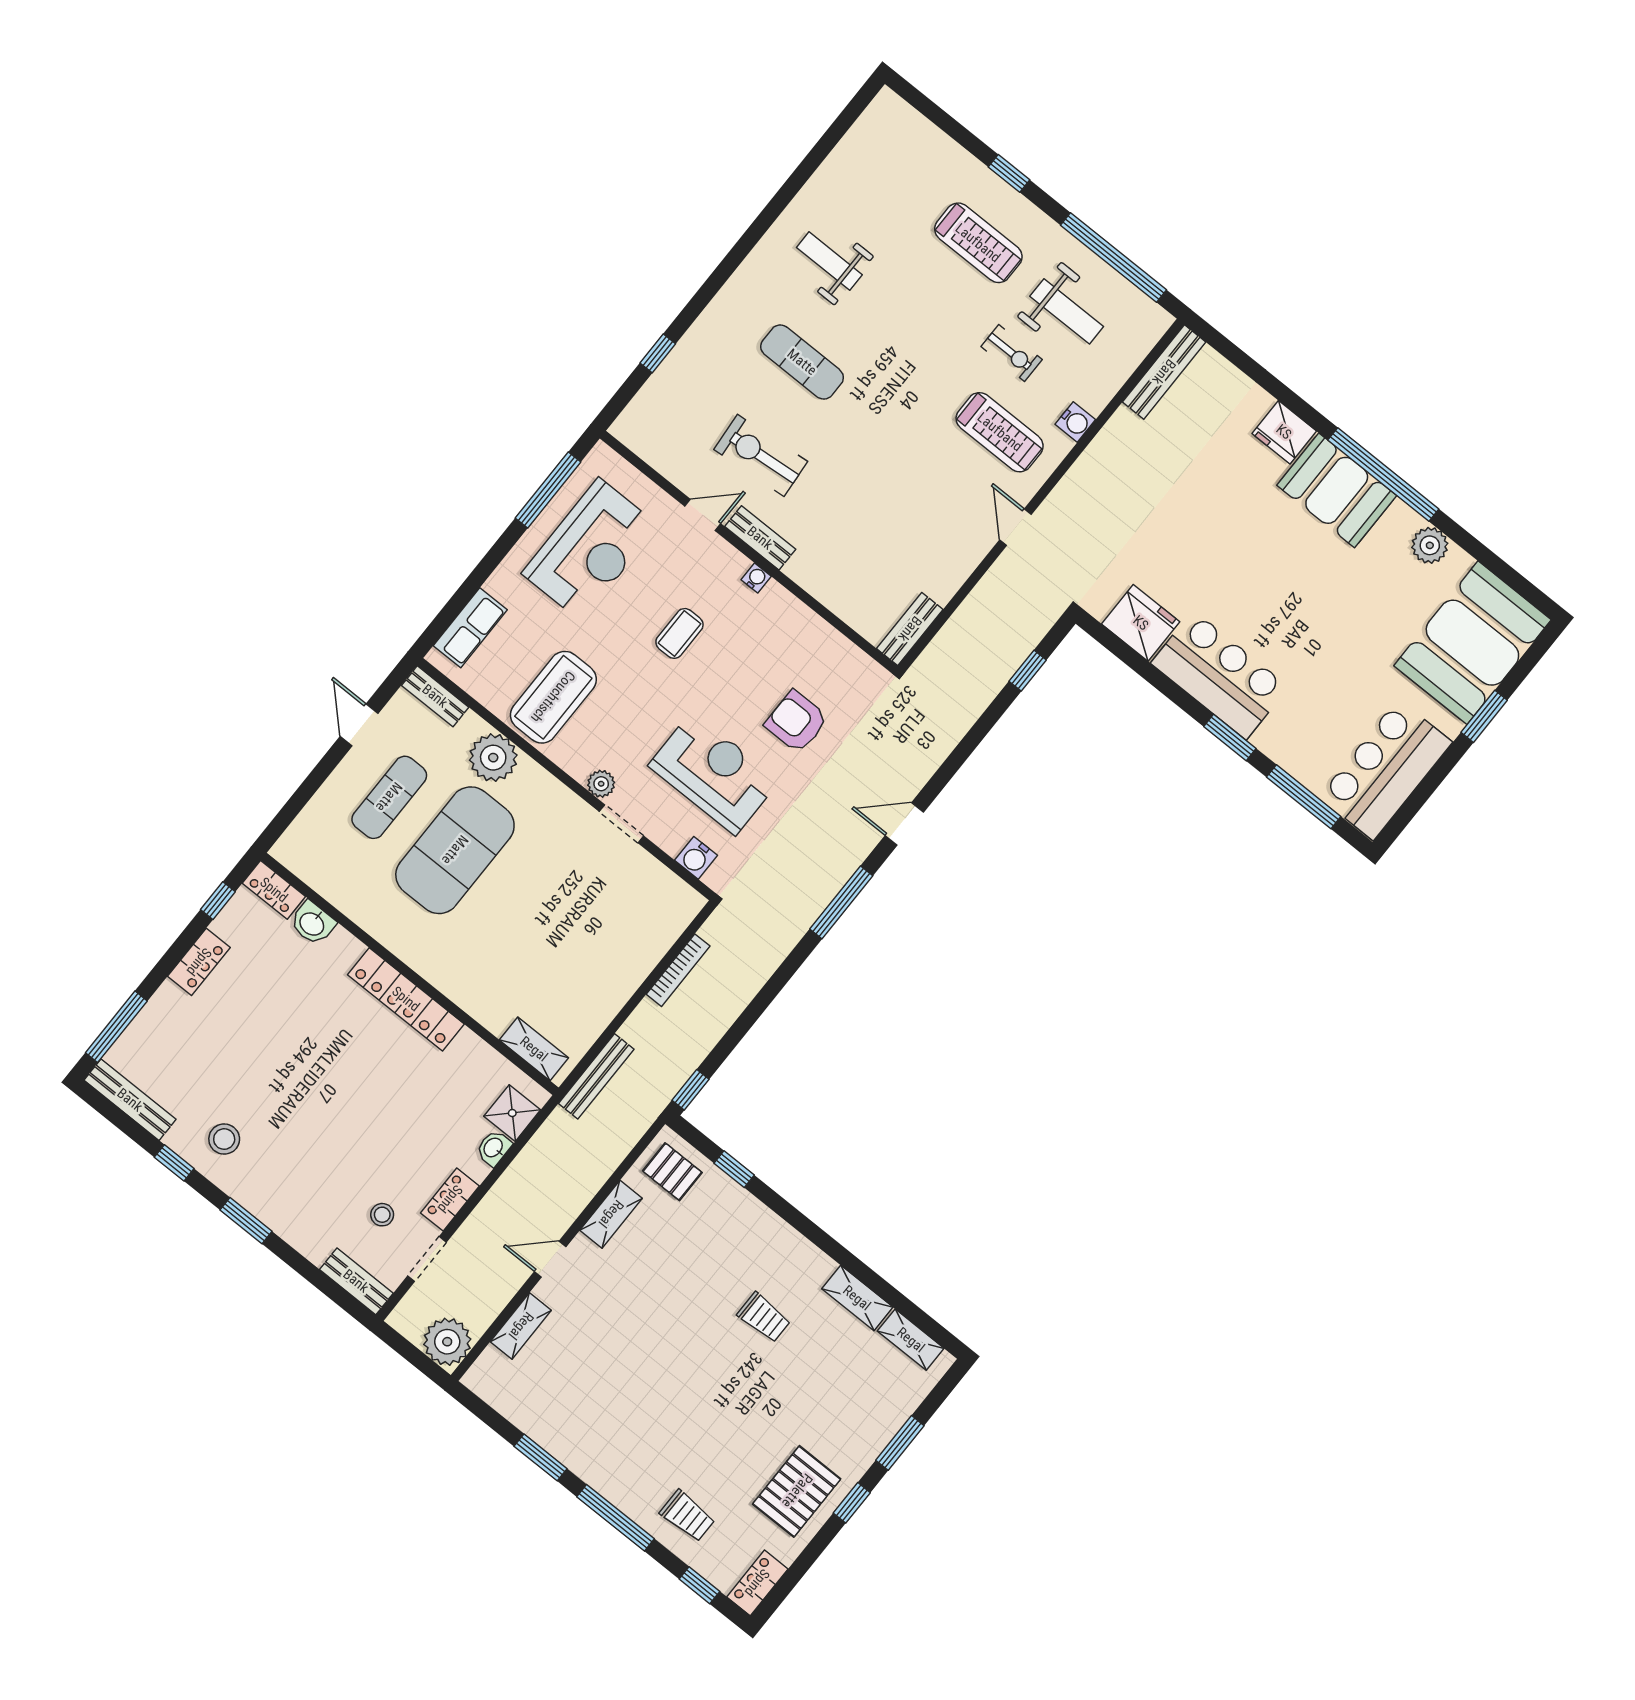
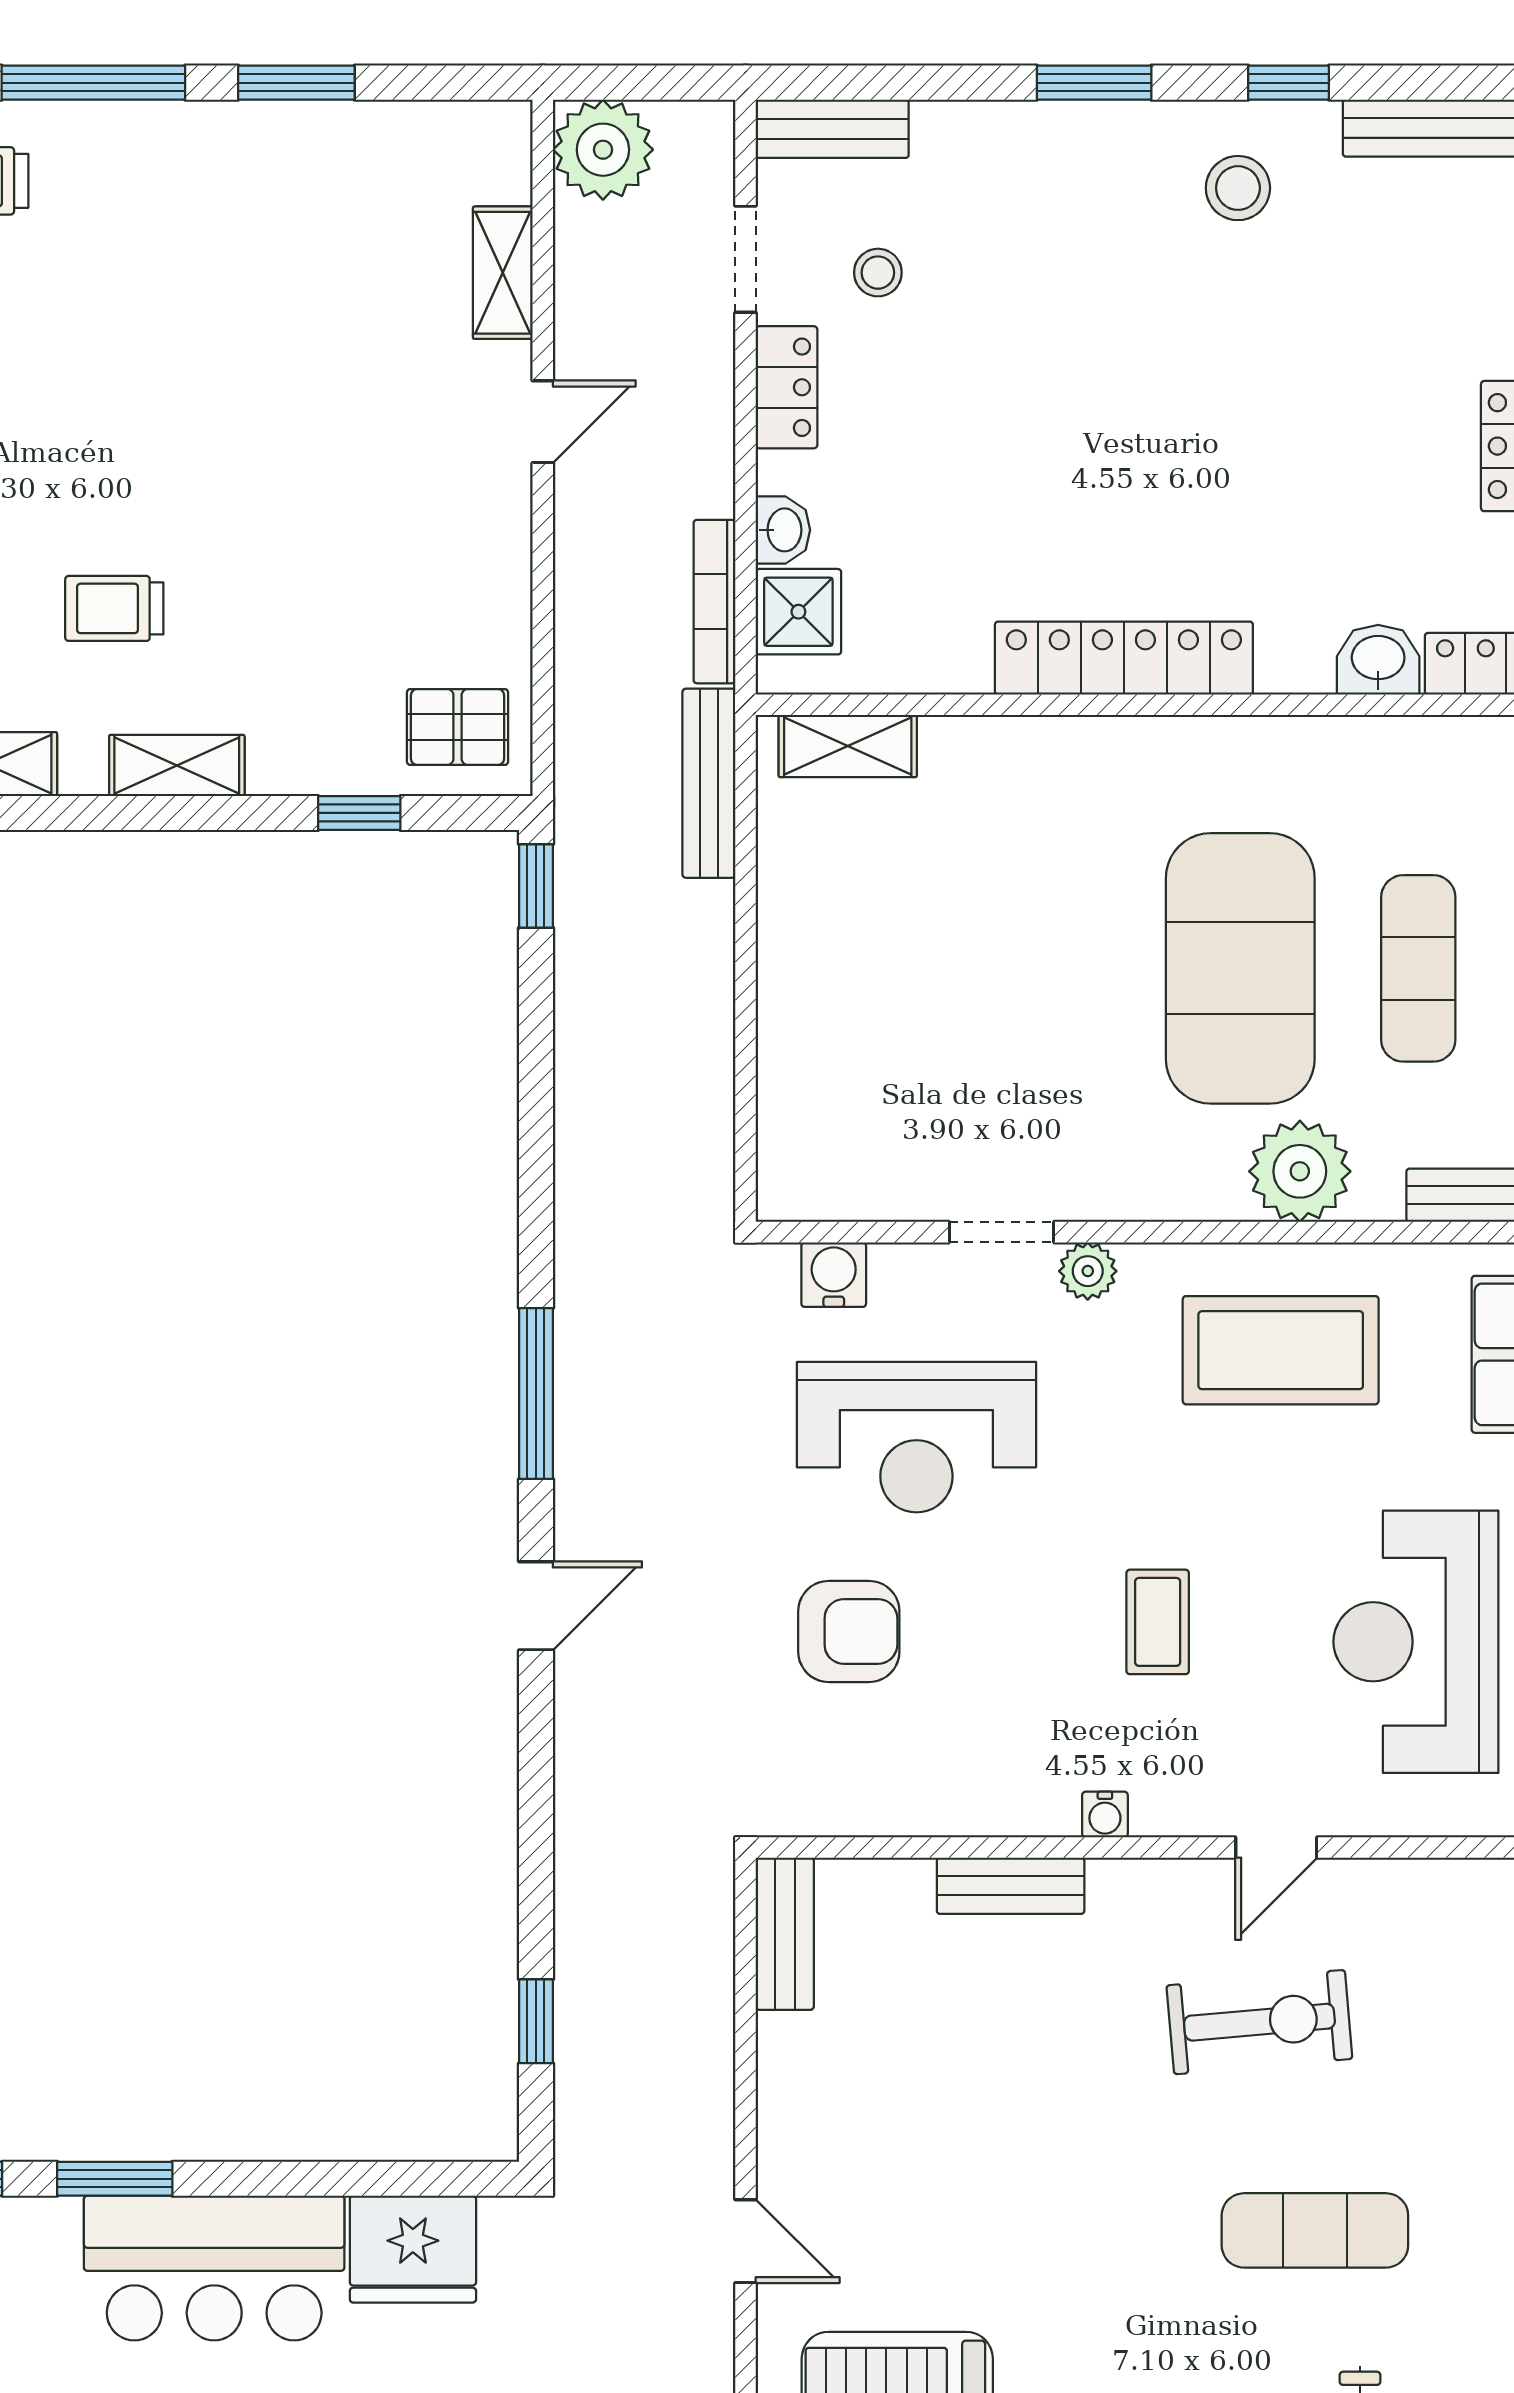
bench: (760, 538) -> (1011, 1886), moved
coffee table: (553, 697) -> (1281, 1350), turned 90
bookcase: (678, 970) -> (714, 602), moved
shelving: (611, 1214) -> (177, 765), moved, turned 90

